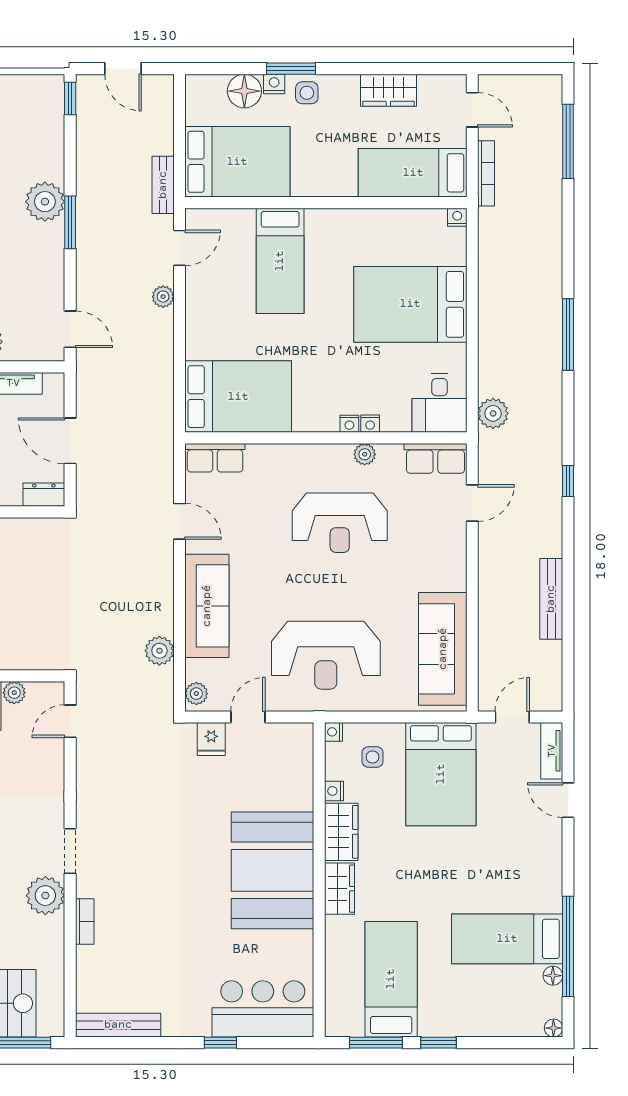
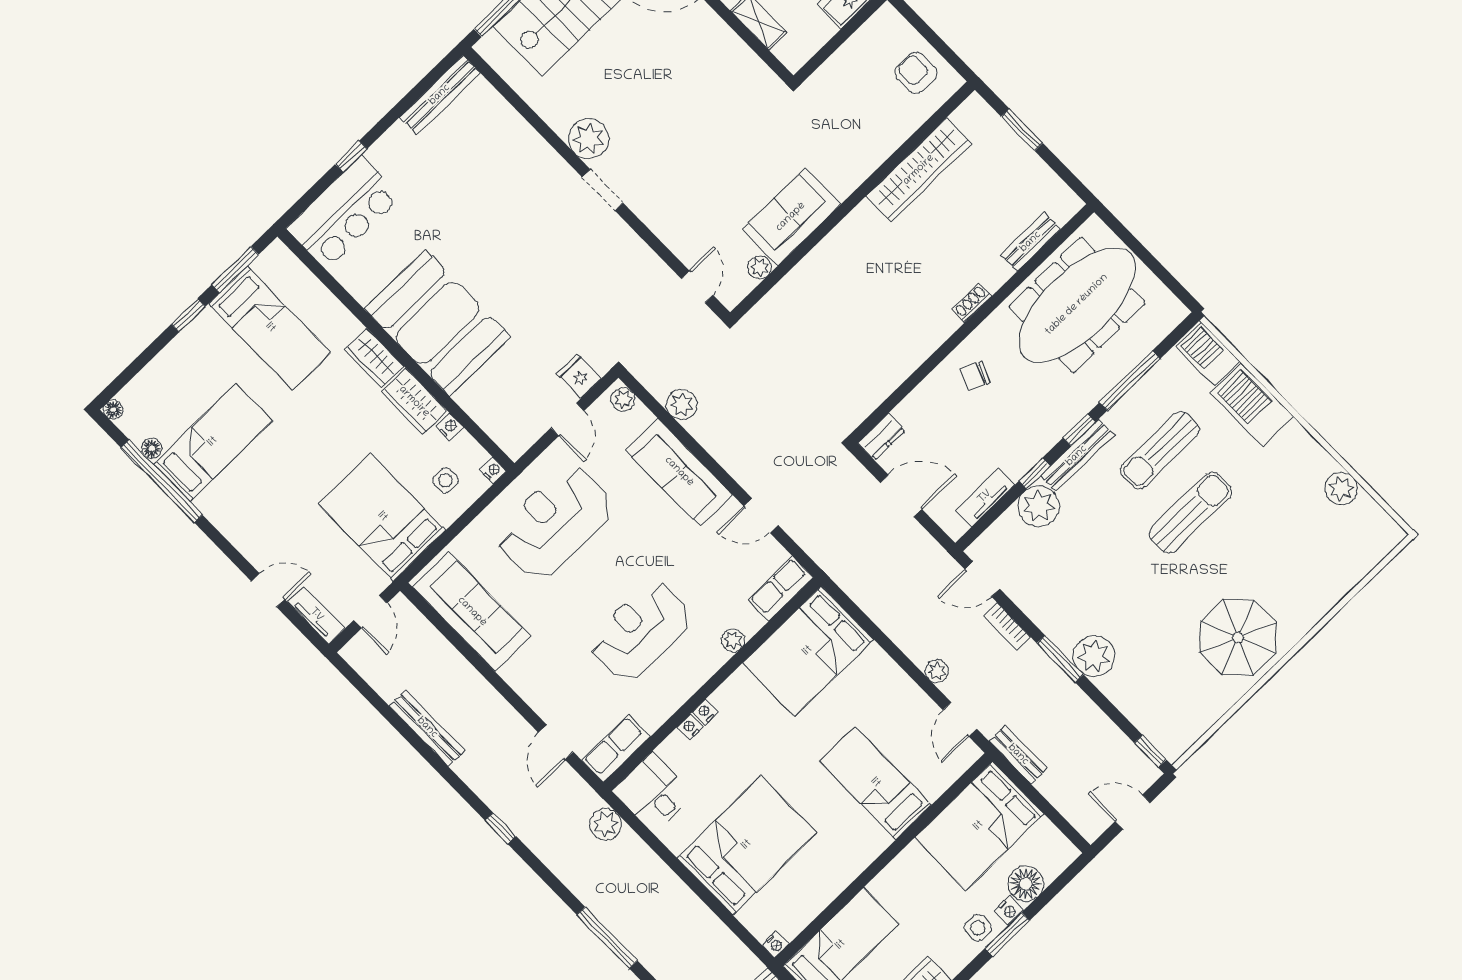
plant: (365, 454) -> (733, 640), moved
bookcase: (85, 921) -> (1007, 626), moved

